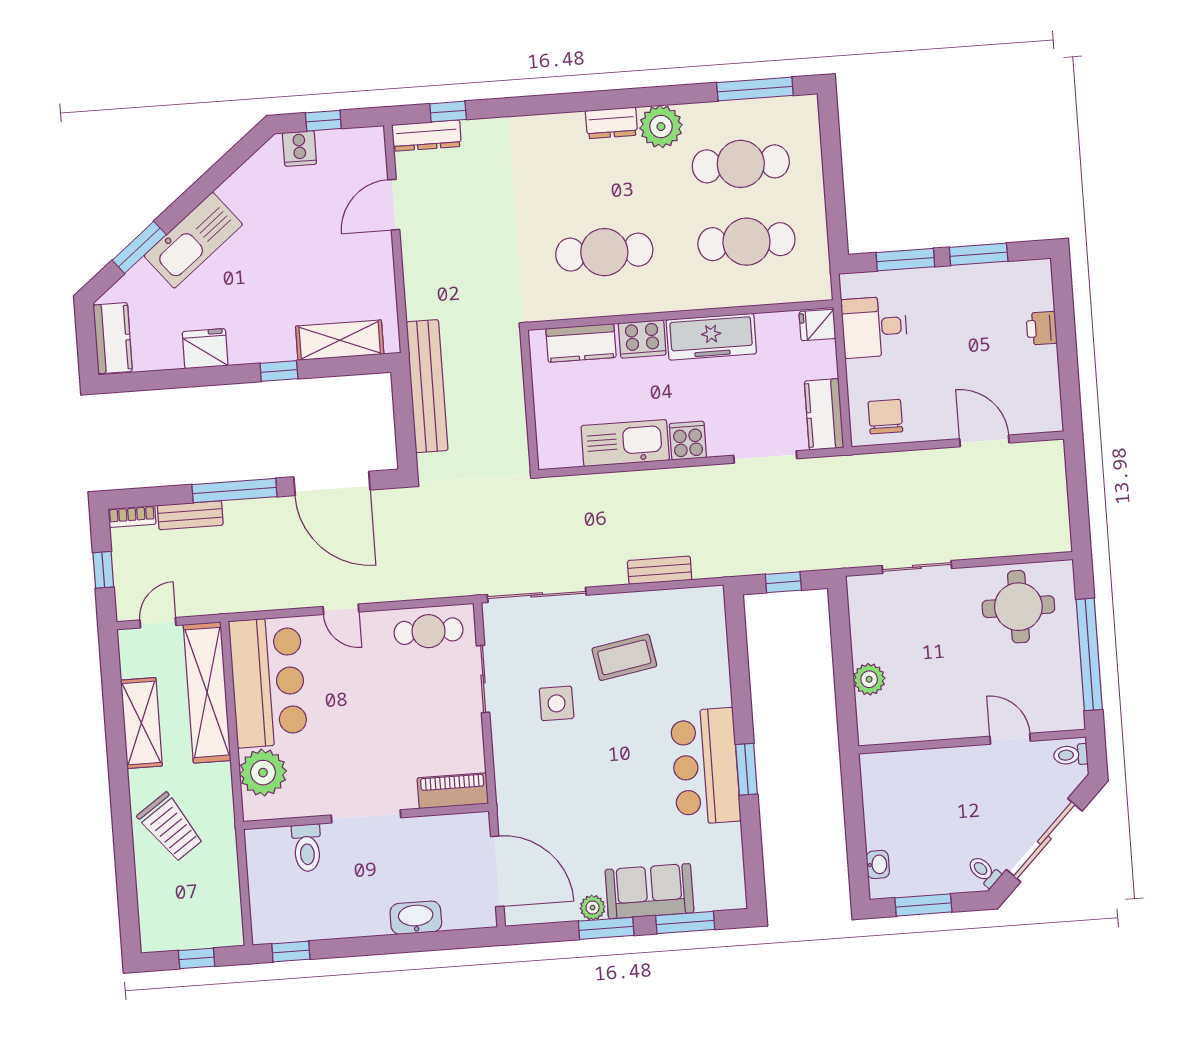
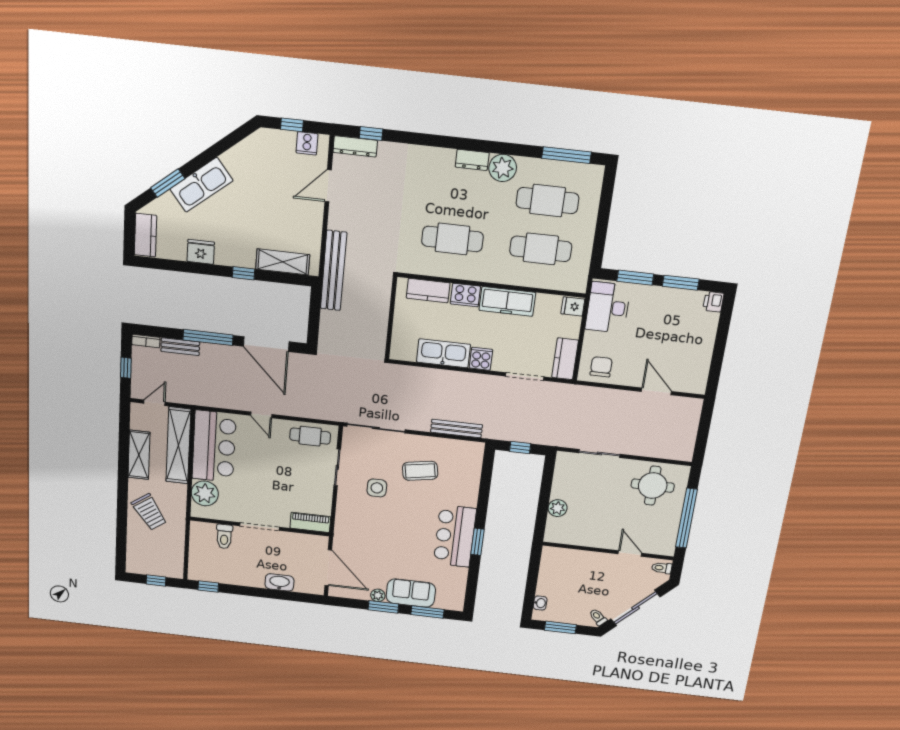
cooker: (299, 148) -> (307, 143), moved
desk: (874, 327) -> (608, 307), width x1.37
printer: (1042, 328) -> (713, 302), moved
bench: (427, 386) -> (334, 271), moved
bench: (660, 570) -> (456, 428), width x1.36

